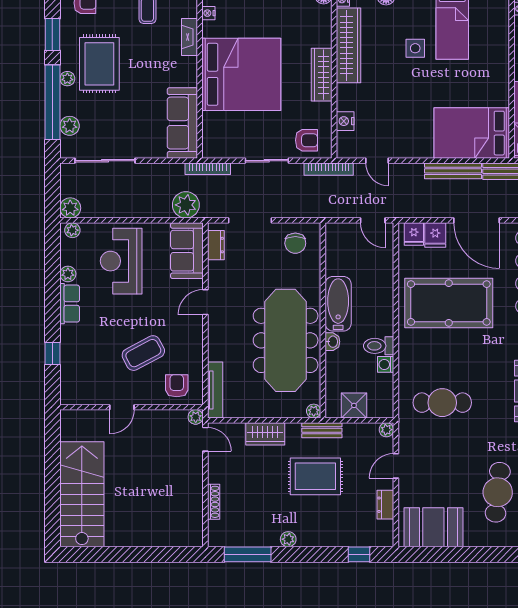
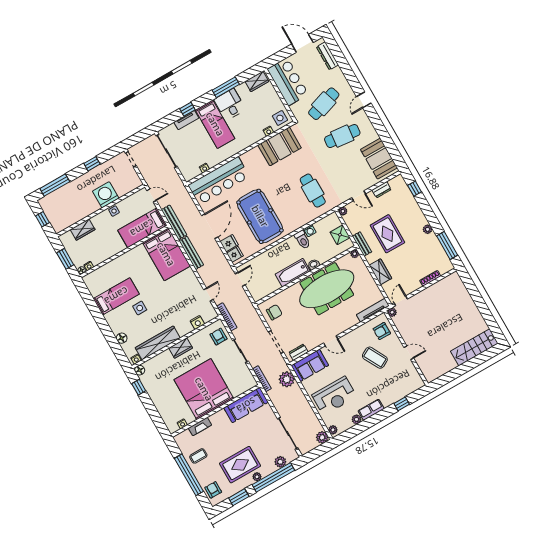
wardrobe: (322, 75) -> (181, 348), width x0.67
stairs: (82, 494) -> (474, 347), width x0.73, depth x0.66

